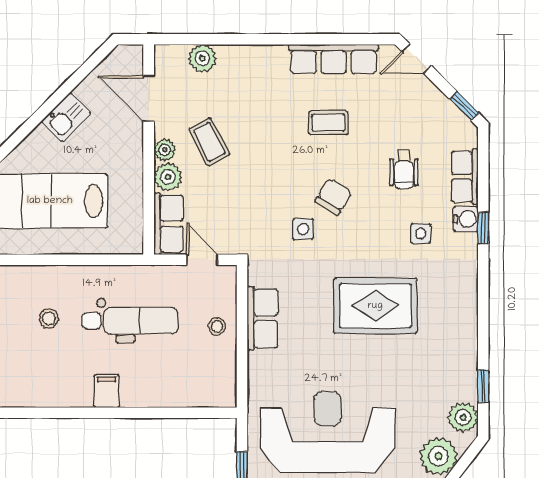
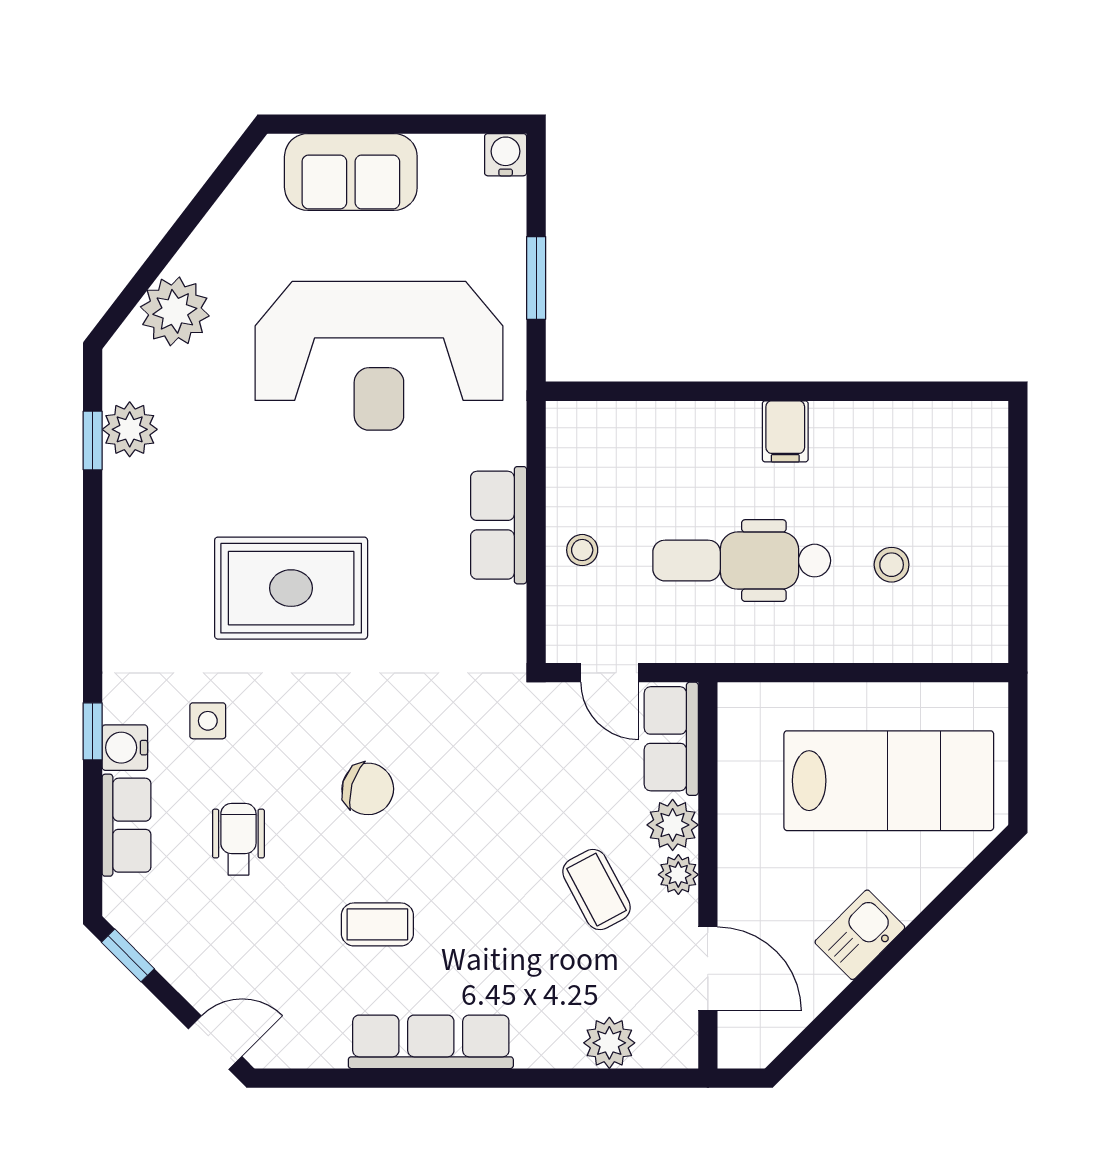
row of seats: (334, 59) -> (431, 1042), moved
chair: (334, 196) -> (368, 789), turned -105
side table: (303, 229) -> (424, 729), removed
row of seats: (262, 318) -> (499, 525), moved
plant: (463, 417) -> (130, 429), moved

